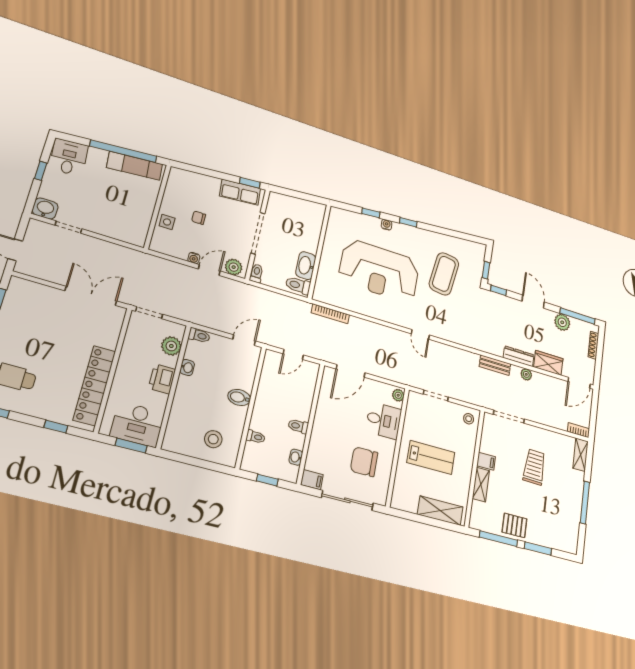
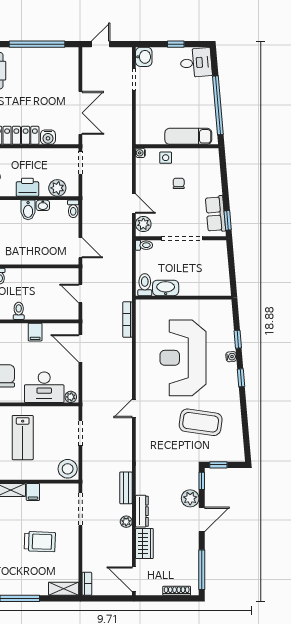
exam couch: (135, 166) -> (188, 136), moved, turned 95
water cooler: (194, 258) -> (140, 153), moved
plant: (562, 322) -> (190, 498), moved
water cooler: (110, 340) -> (48, 137), added
bidet: (239, 397) -> (28, 210), moved, turned 180
filing cabinet: (324, 414) -> (35, 332), added
stool: (469, 419) -> (68, 469), width x1.89, depth x1.89
desk: (384, 420) -> (44, 387), width x1.37

